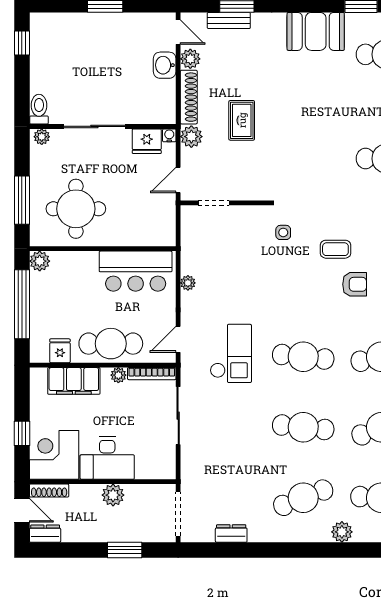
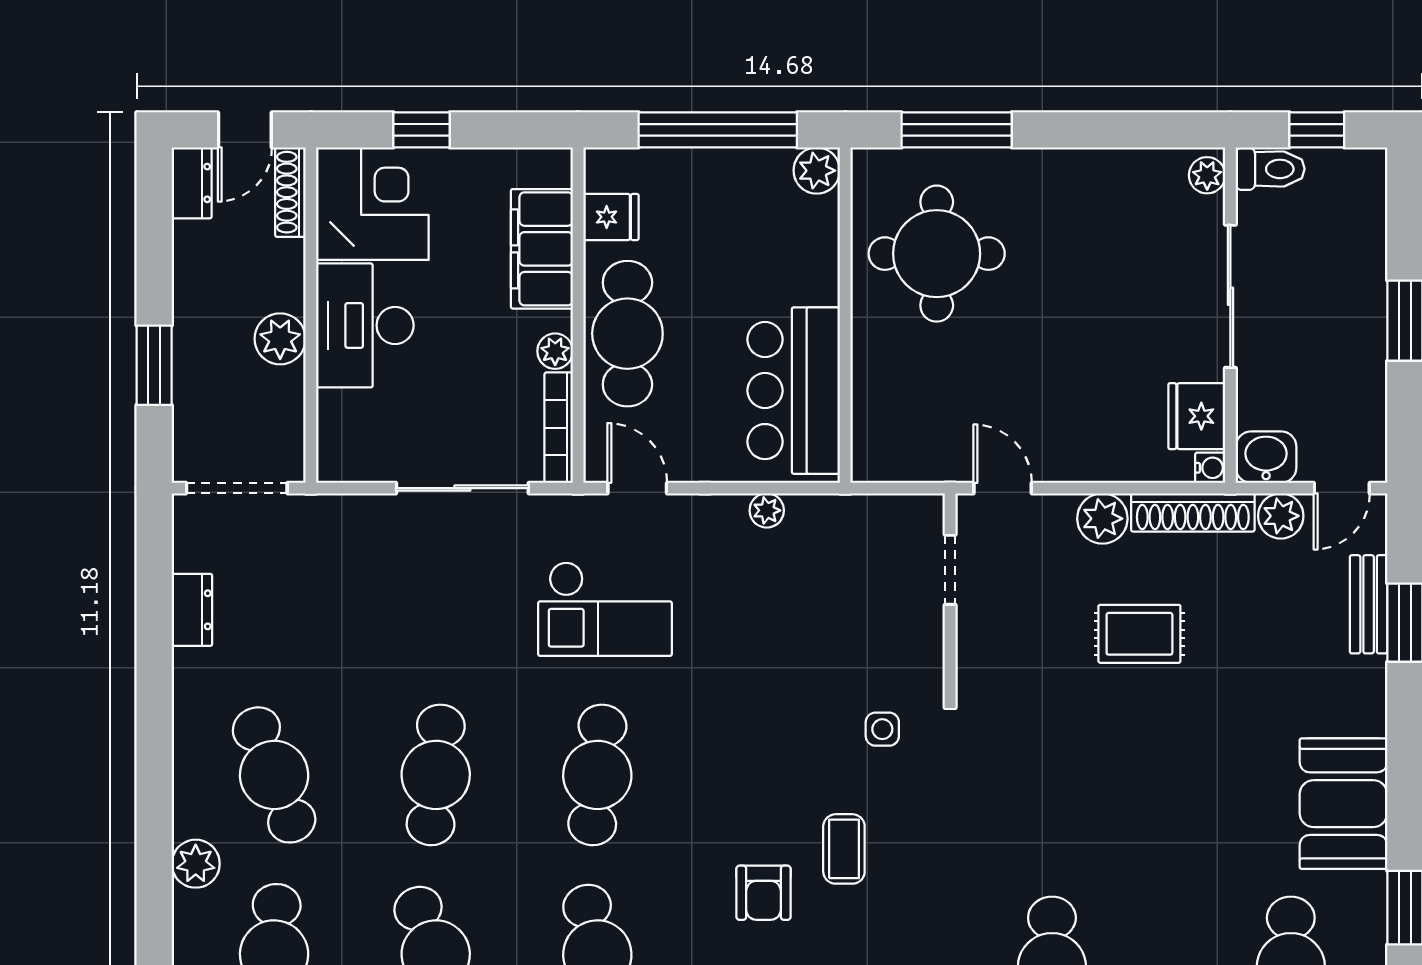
toilet: (39, 109) -> (1270, 169), moved
sliding door: (94, 126) -> (1230, 296), moved
wall: (103, 126) -> (1230, 315), moved
water cooler: (169, 135) -> (1210, 468), moved
plant: (42, 137) -> (1207, 175), moved
fridge: (147, 141) -> (1197, 416), moved

